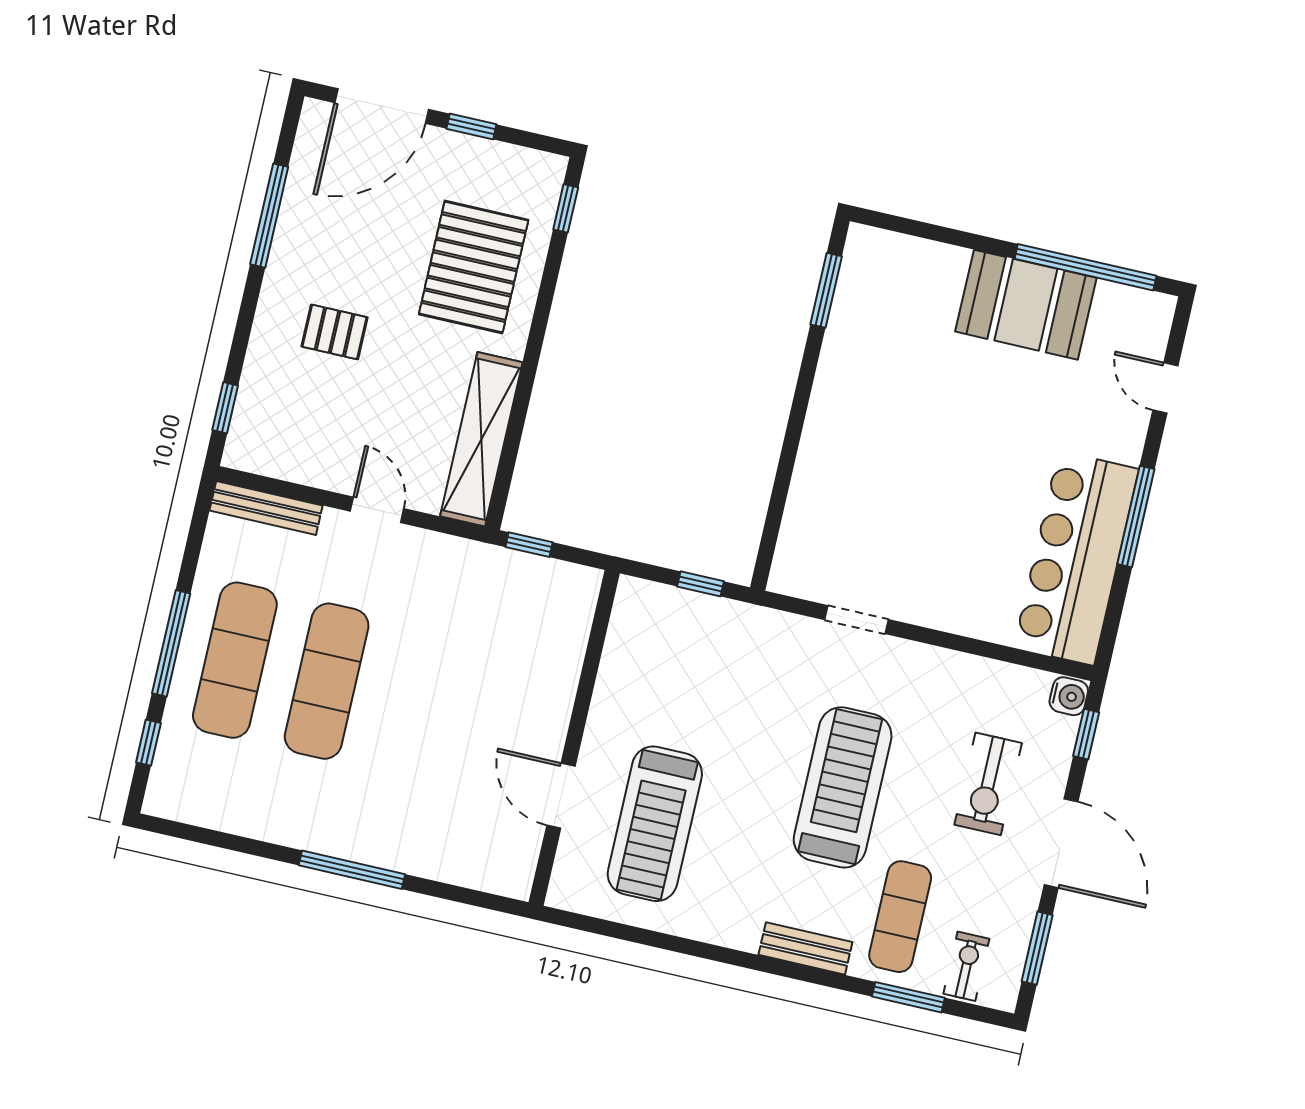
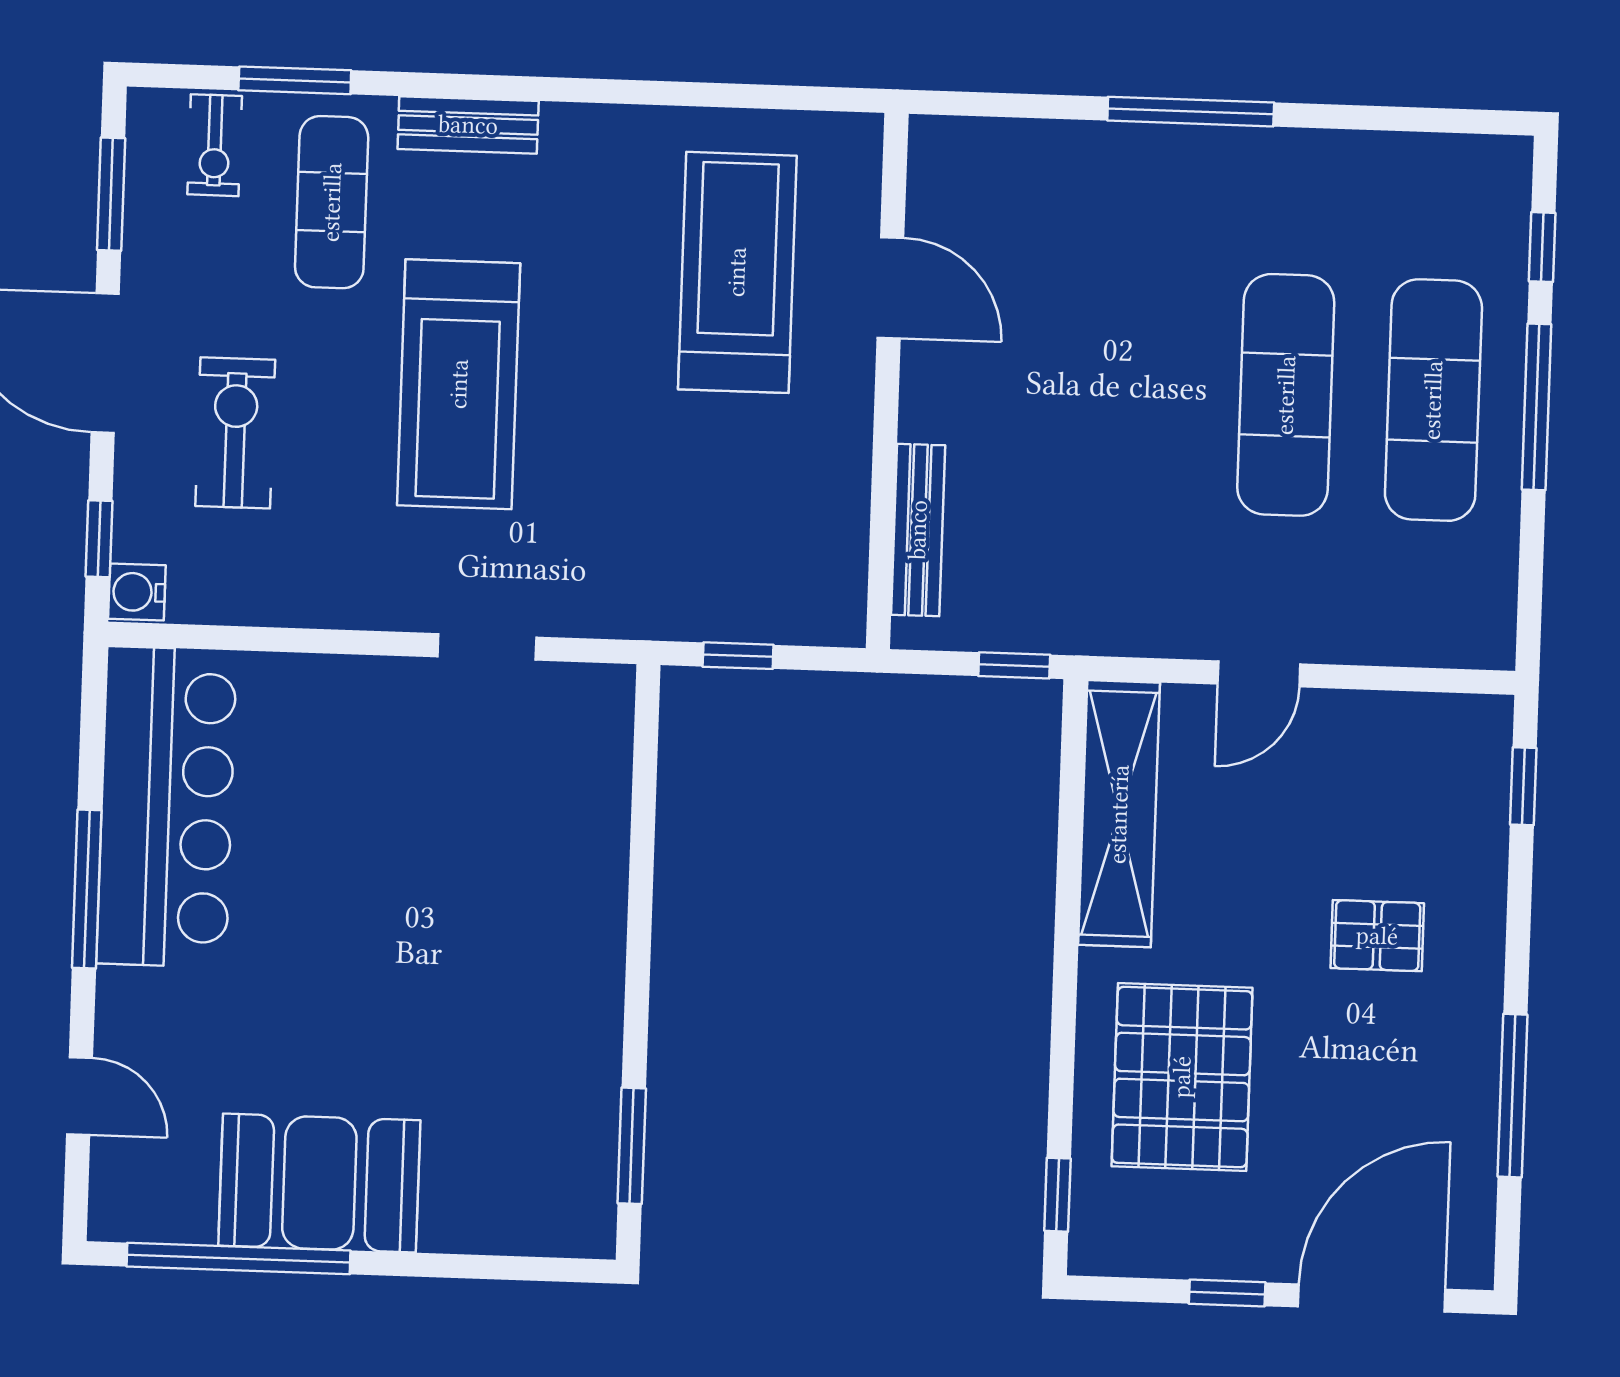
bench: (266, 508) -> (918, 530), moved, turned 90
door: (377, 510) -> (1259, 674), hinge flipped

